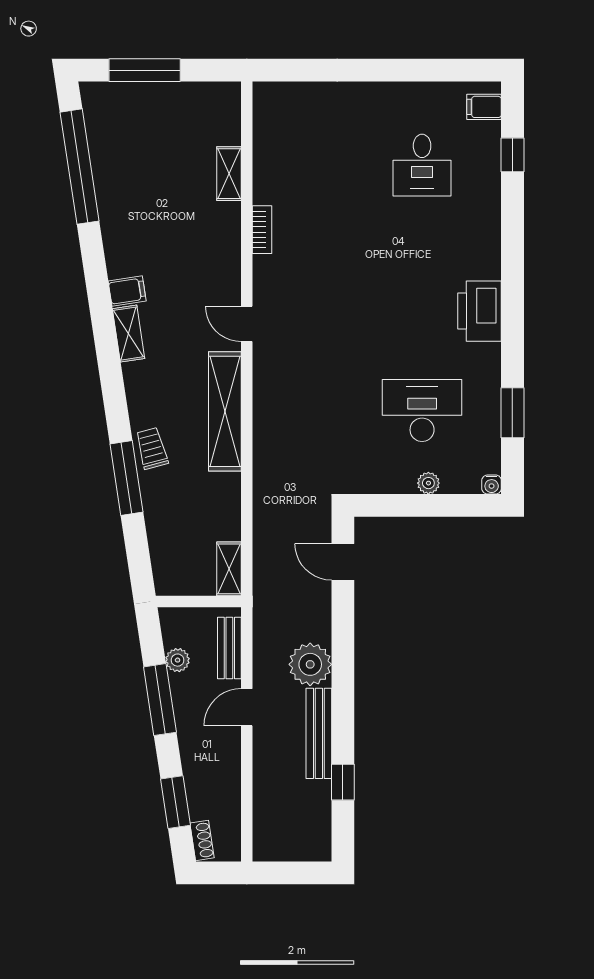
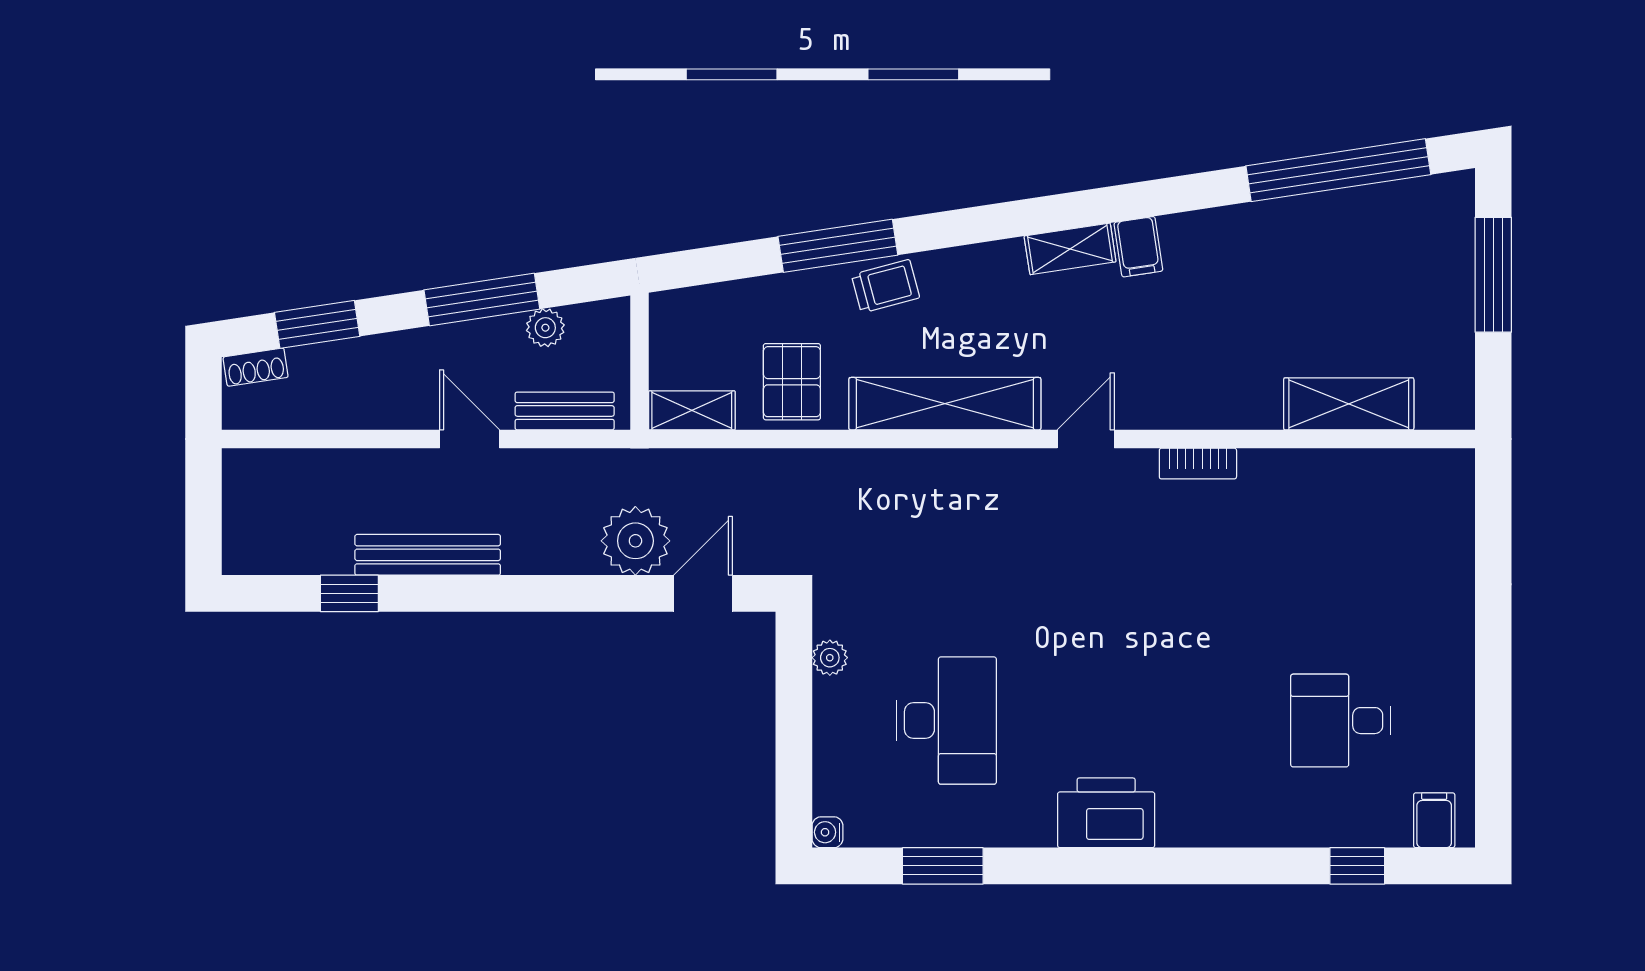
shelving: (229, 174) -> (1349, 404), width x1.50, depth x1.33
bookcase: (262, 230) -> (1198, 464), moved
plant: (428, 483) -> (830, 658), moved
pallet: (211, 507) -> (792, 382), added
plant: (310, 664) -> (635, 541), moved

